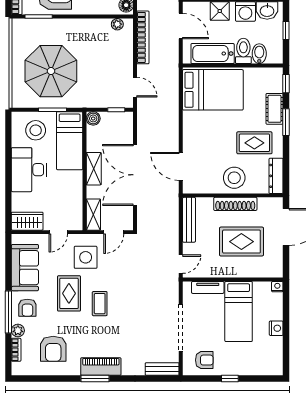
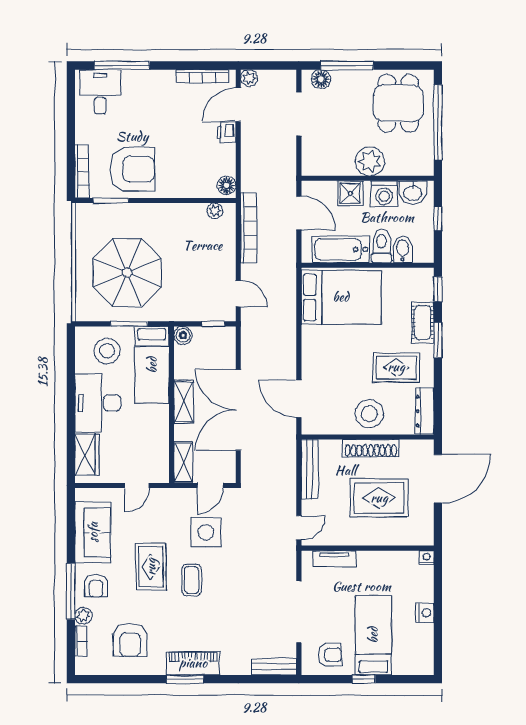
wardrobe: (27, 221) -> (87, 455), moved, turned 90
side table: (86, 257) -> (206, 532), moved
bed: (239, 312) -> (373, 635), moved, turned 180

